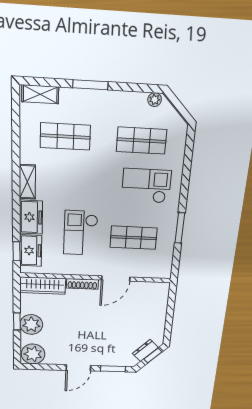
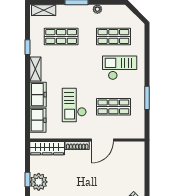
plant: (155, 100) -> (97, 9), moved
window: (16, 251) -> (28, 47), moved

